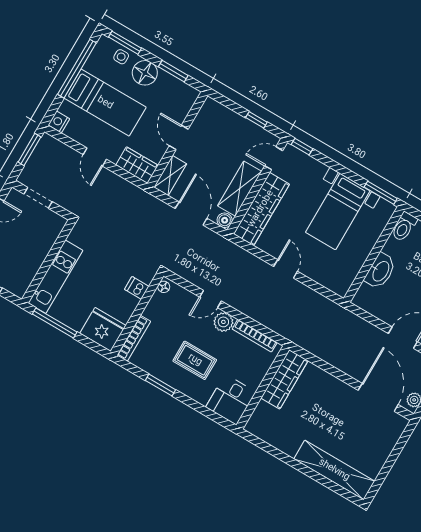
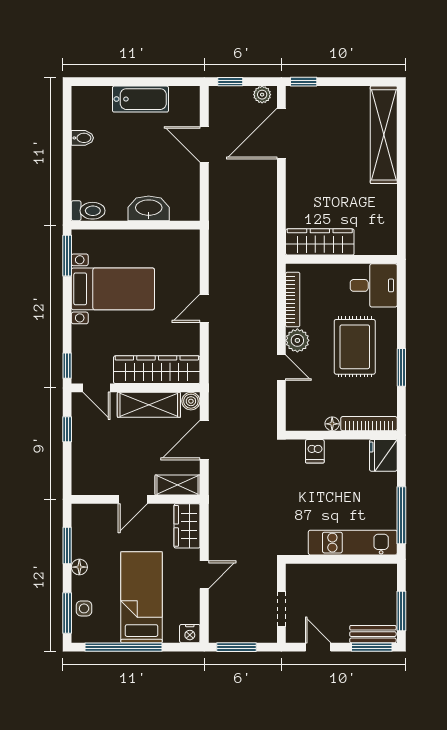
floor lamp: (145, 73) -> (79, 567), width x0.53, depth x0.53
floor lamp: (164, 287) -> (332, 424), moved
fridge: (103, 329) -> (383, 455), width x0.73, depth x0.75
rug: (195, 360) -> (355, 347), width x1.36, depth x1.43
window: (406, 435) -> (304, 82), added

